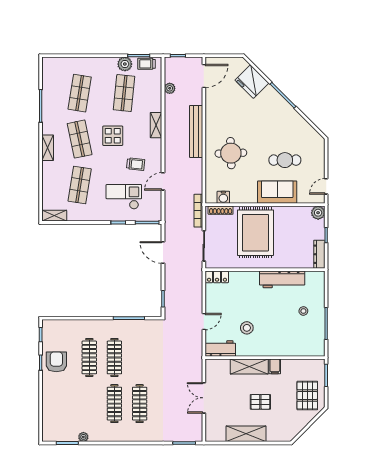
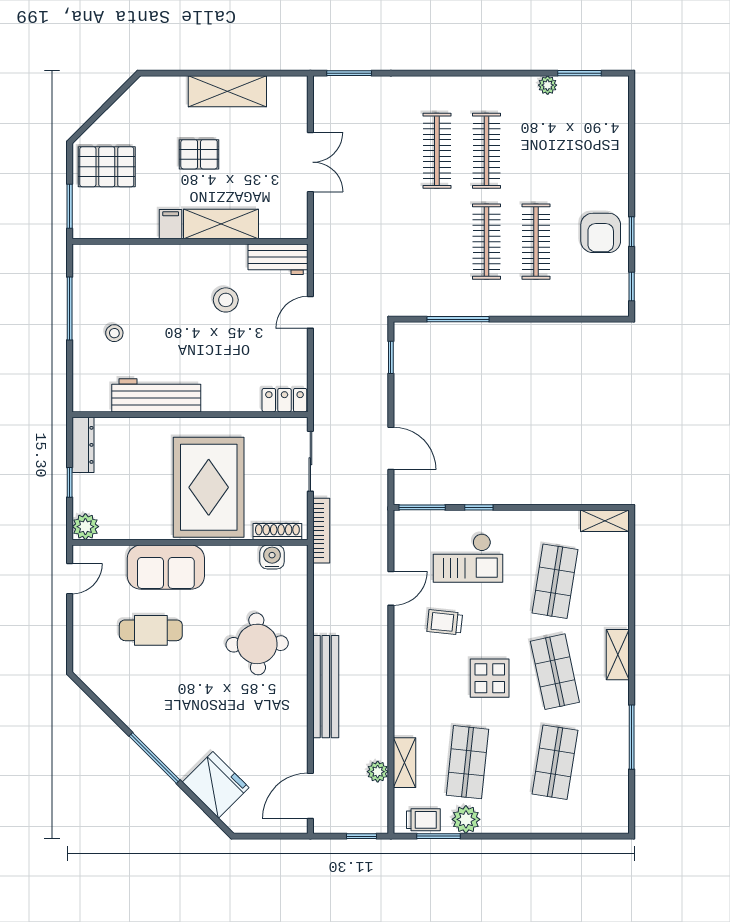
shelving: (156, 125) -> (405, 763), moved
pallet: (307, 396) -> (107, 167), turned 90

